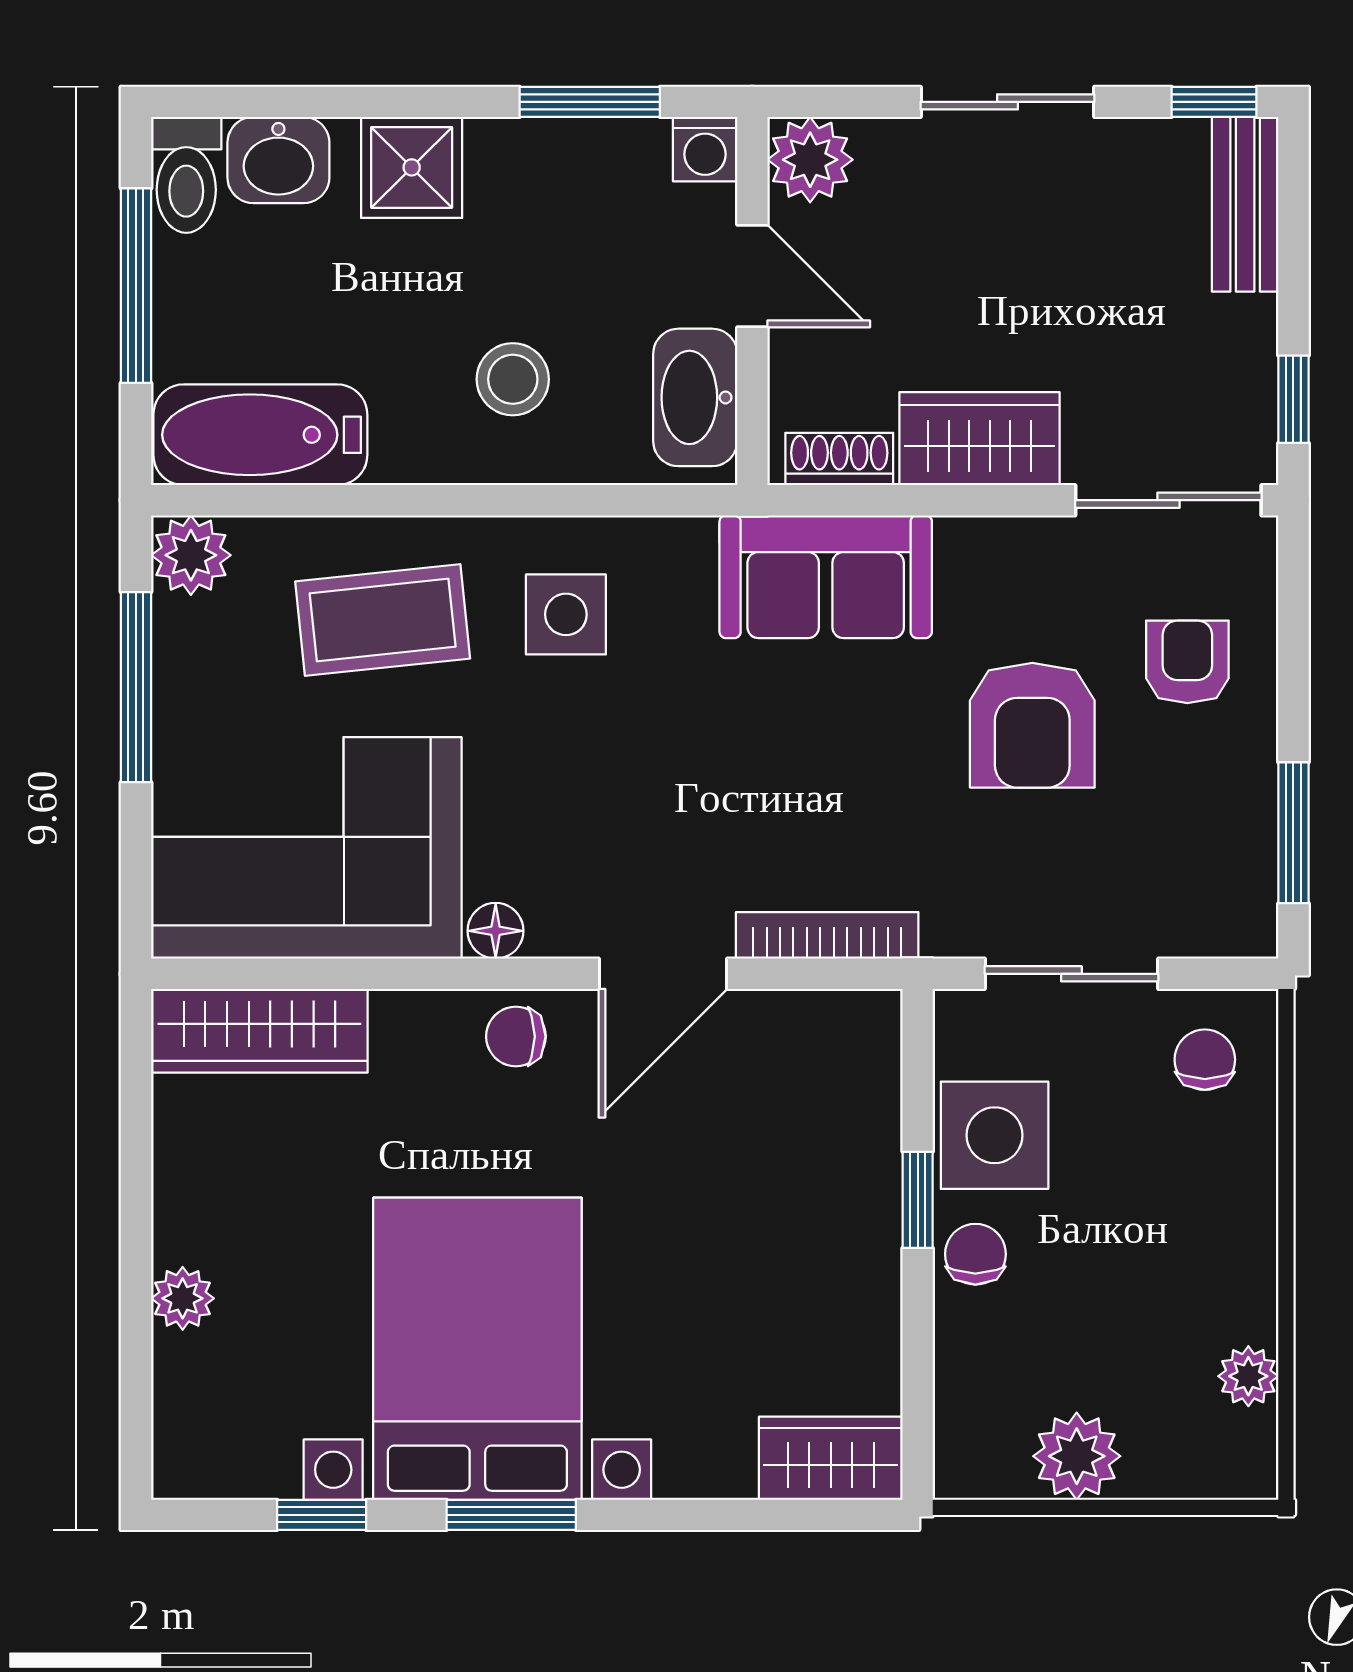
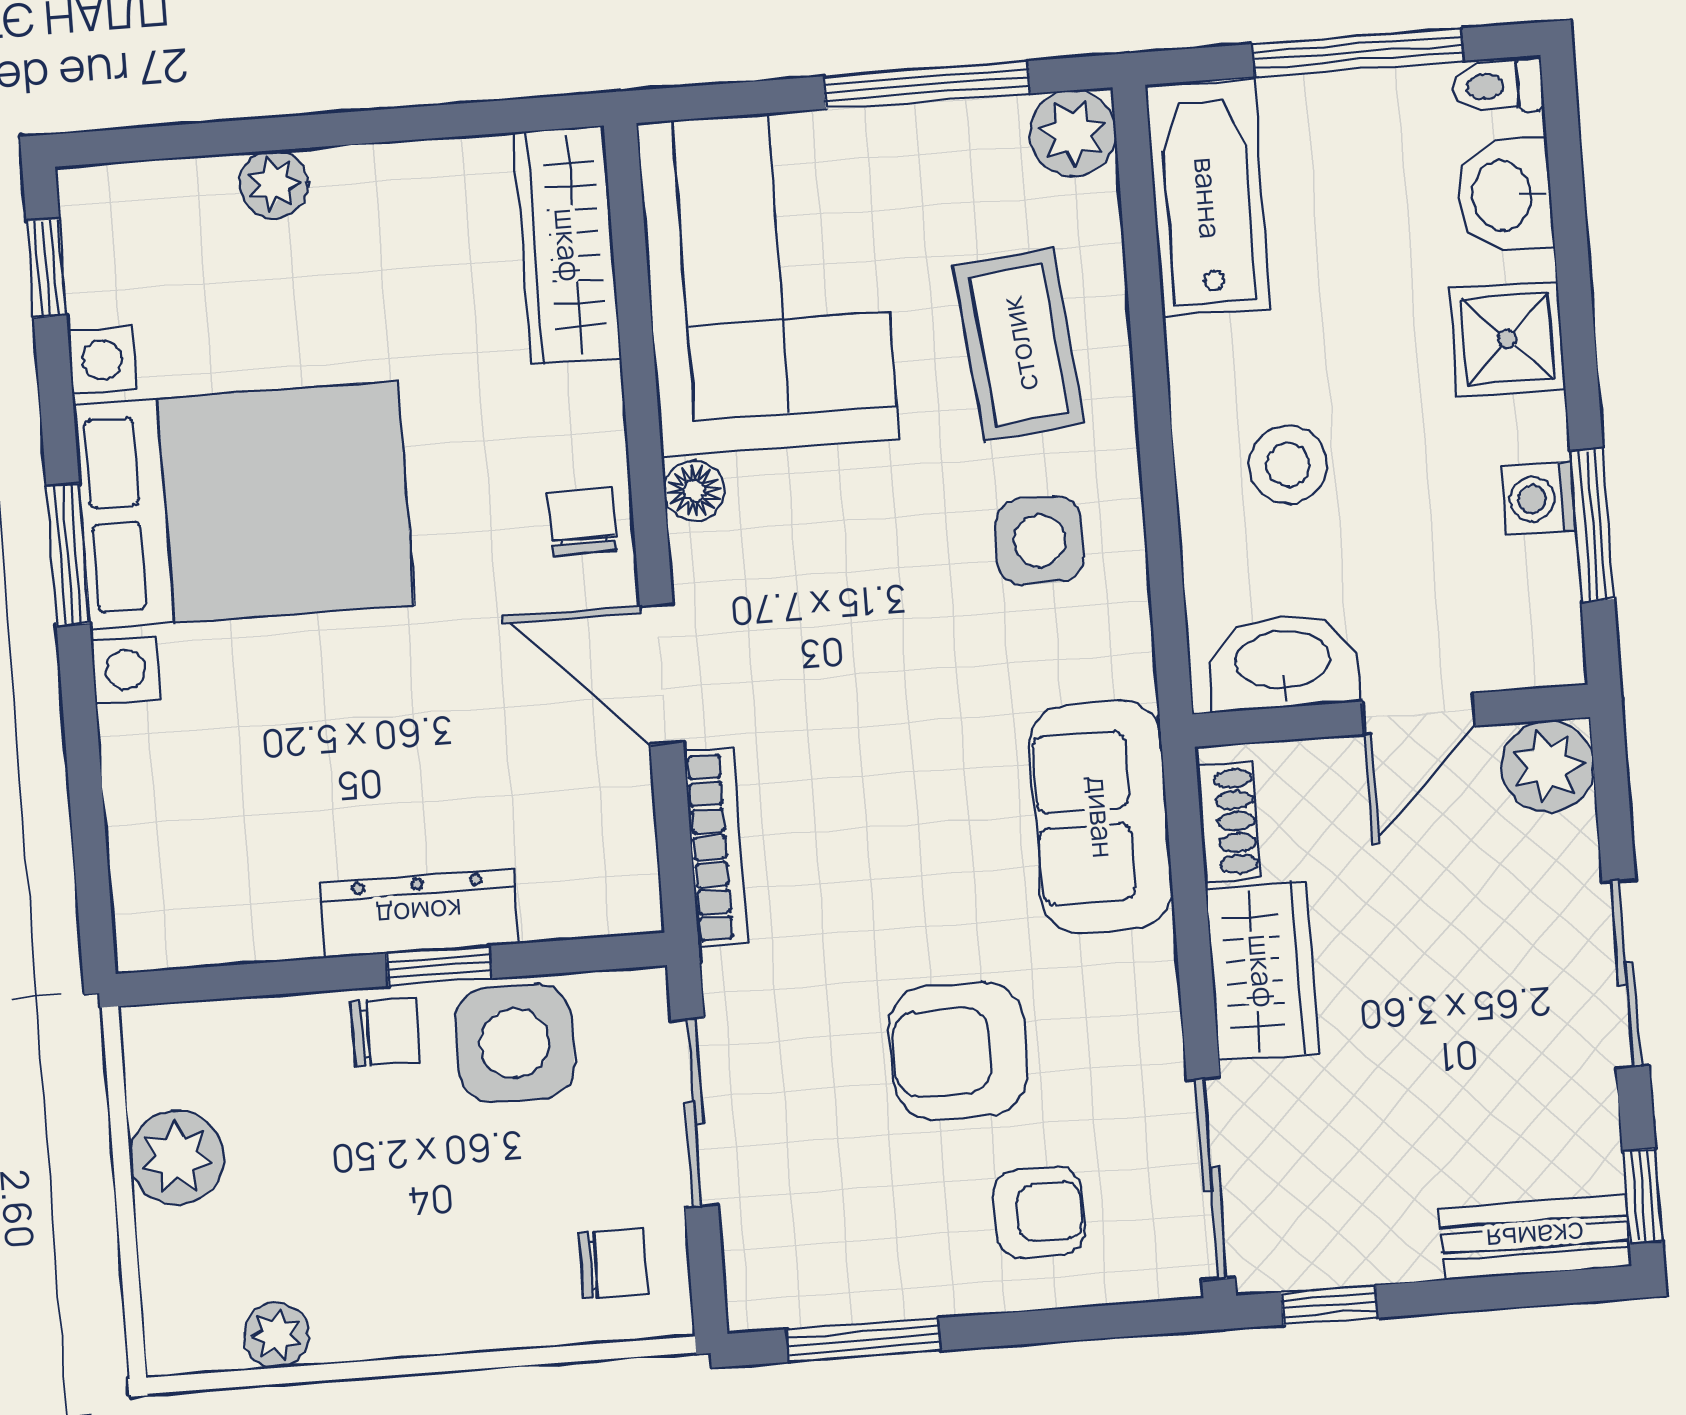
washing machine: (705, 149) -> (1539, 498), moved
toilet: (186, 175) -> (1498, 86), width x0.73, depth x0.72
dresser: (868, 1215) -> (419, 913), added
wardrobe: (831, 1458) -> (155, 893), removed
window: (322, 1515) -> (46, 268), moved

